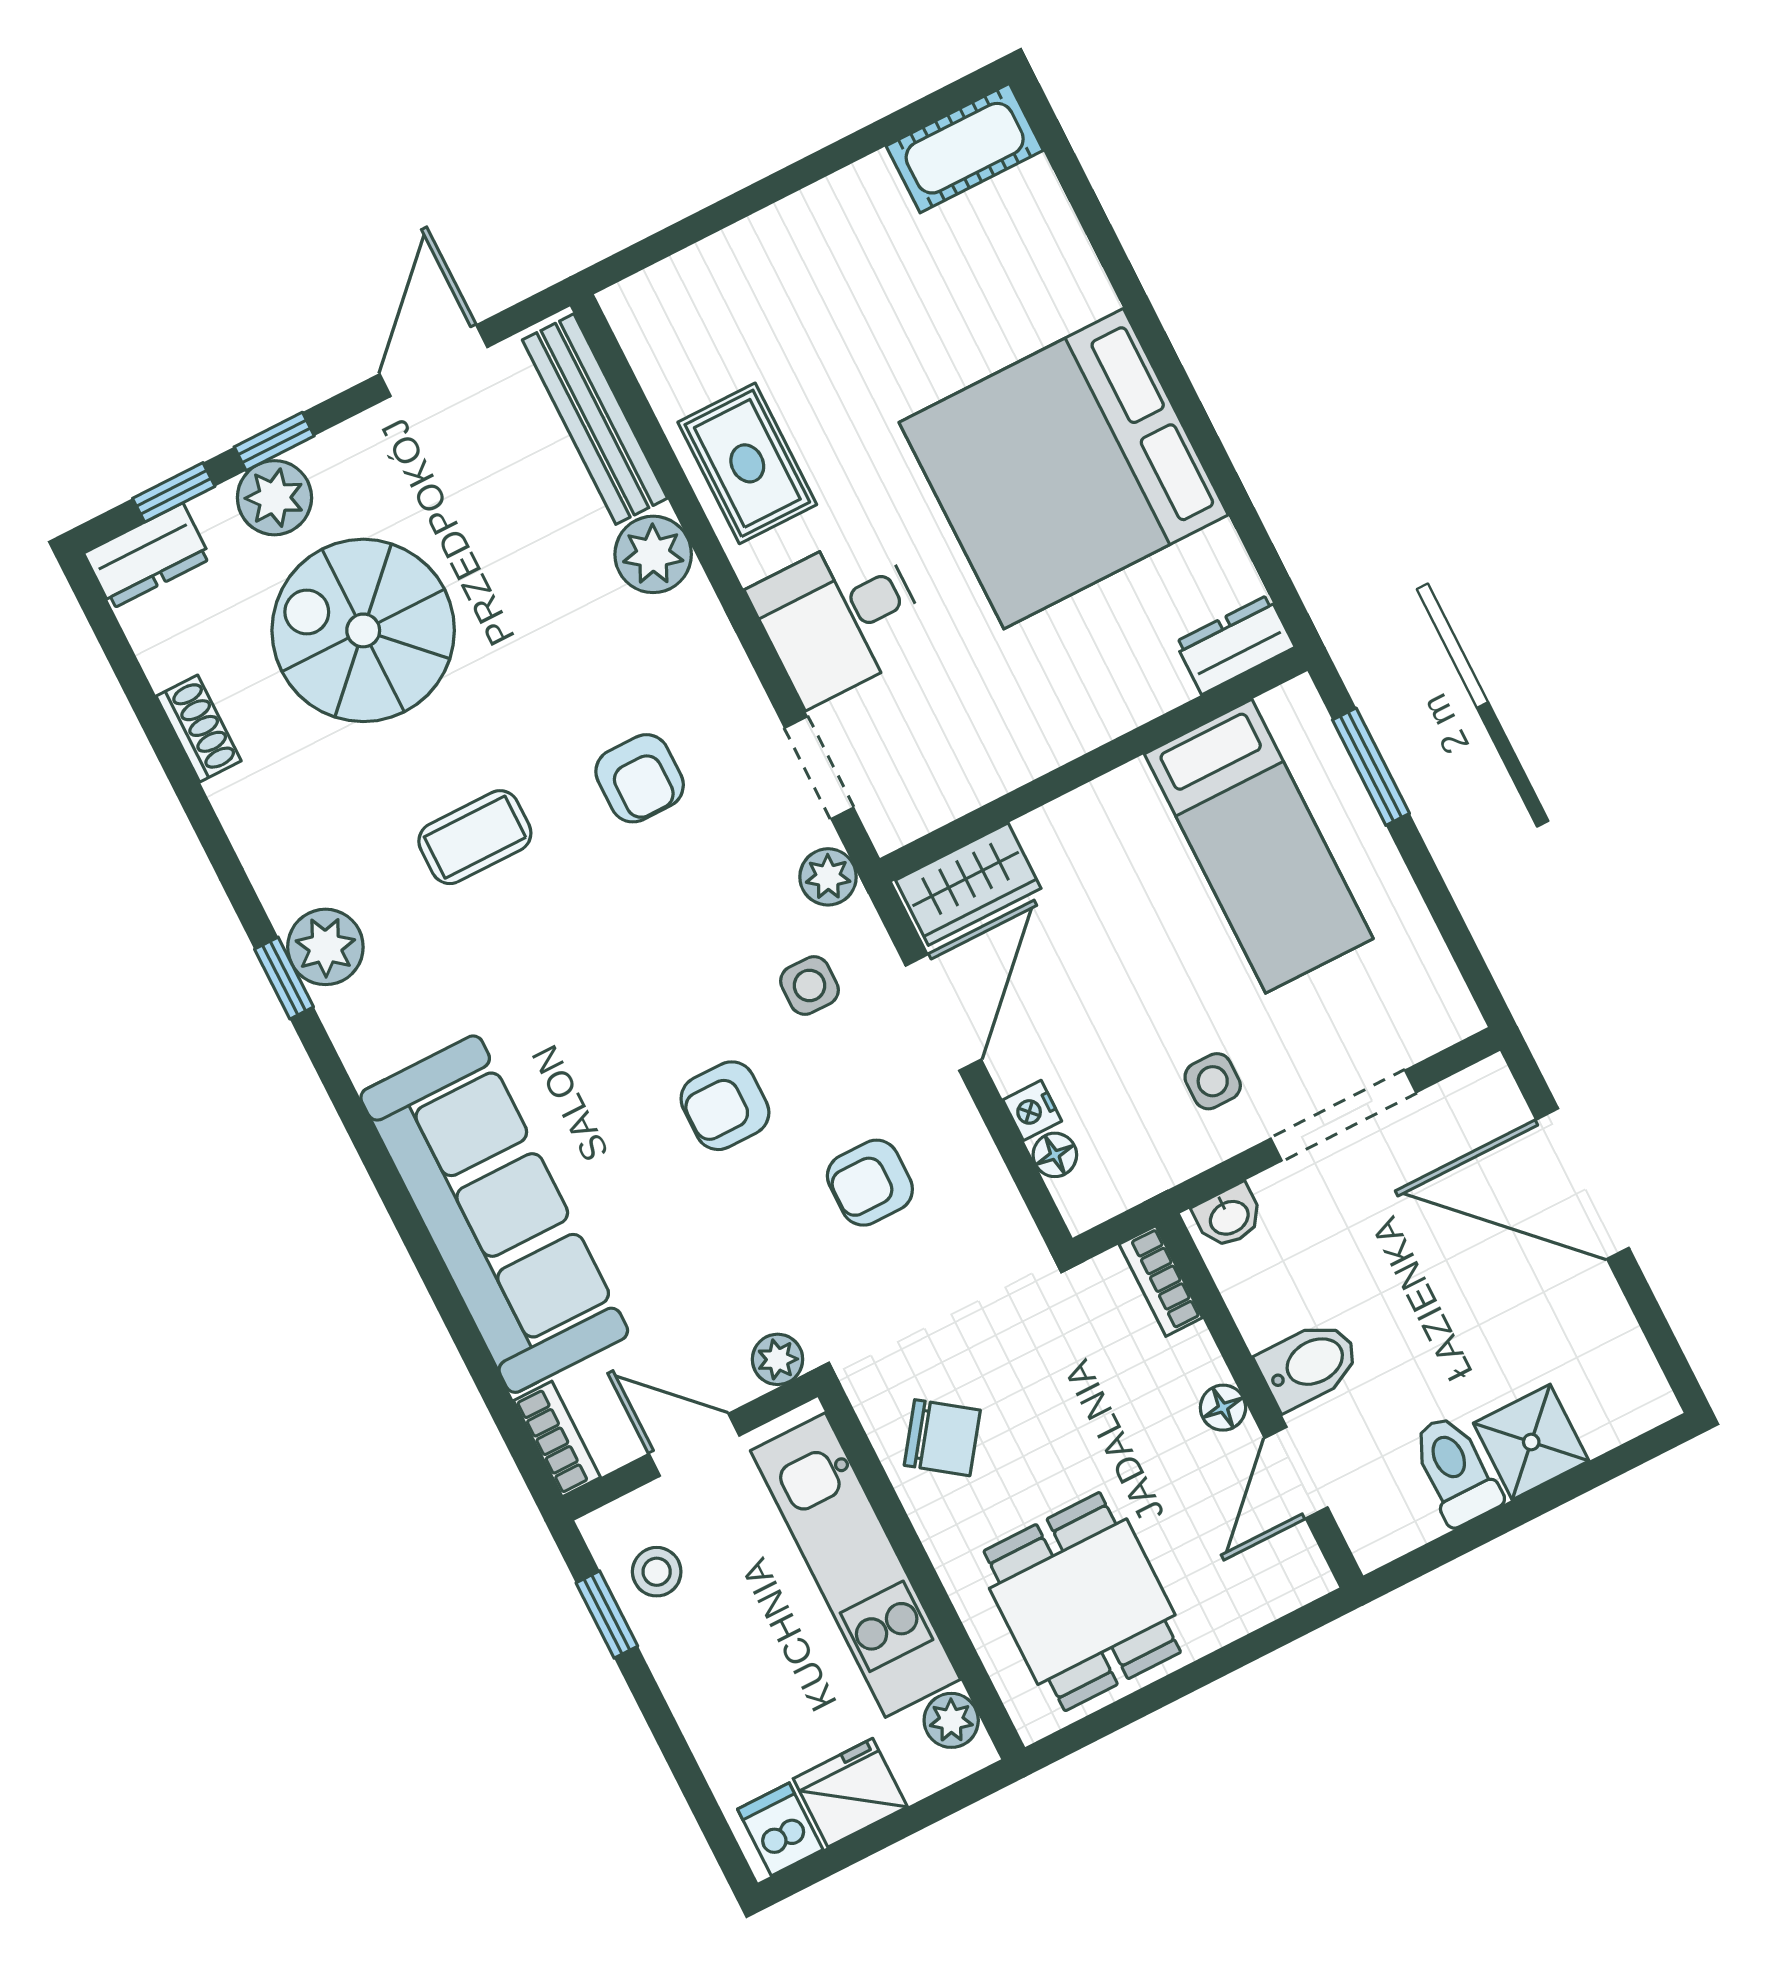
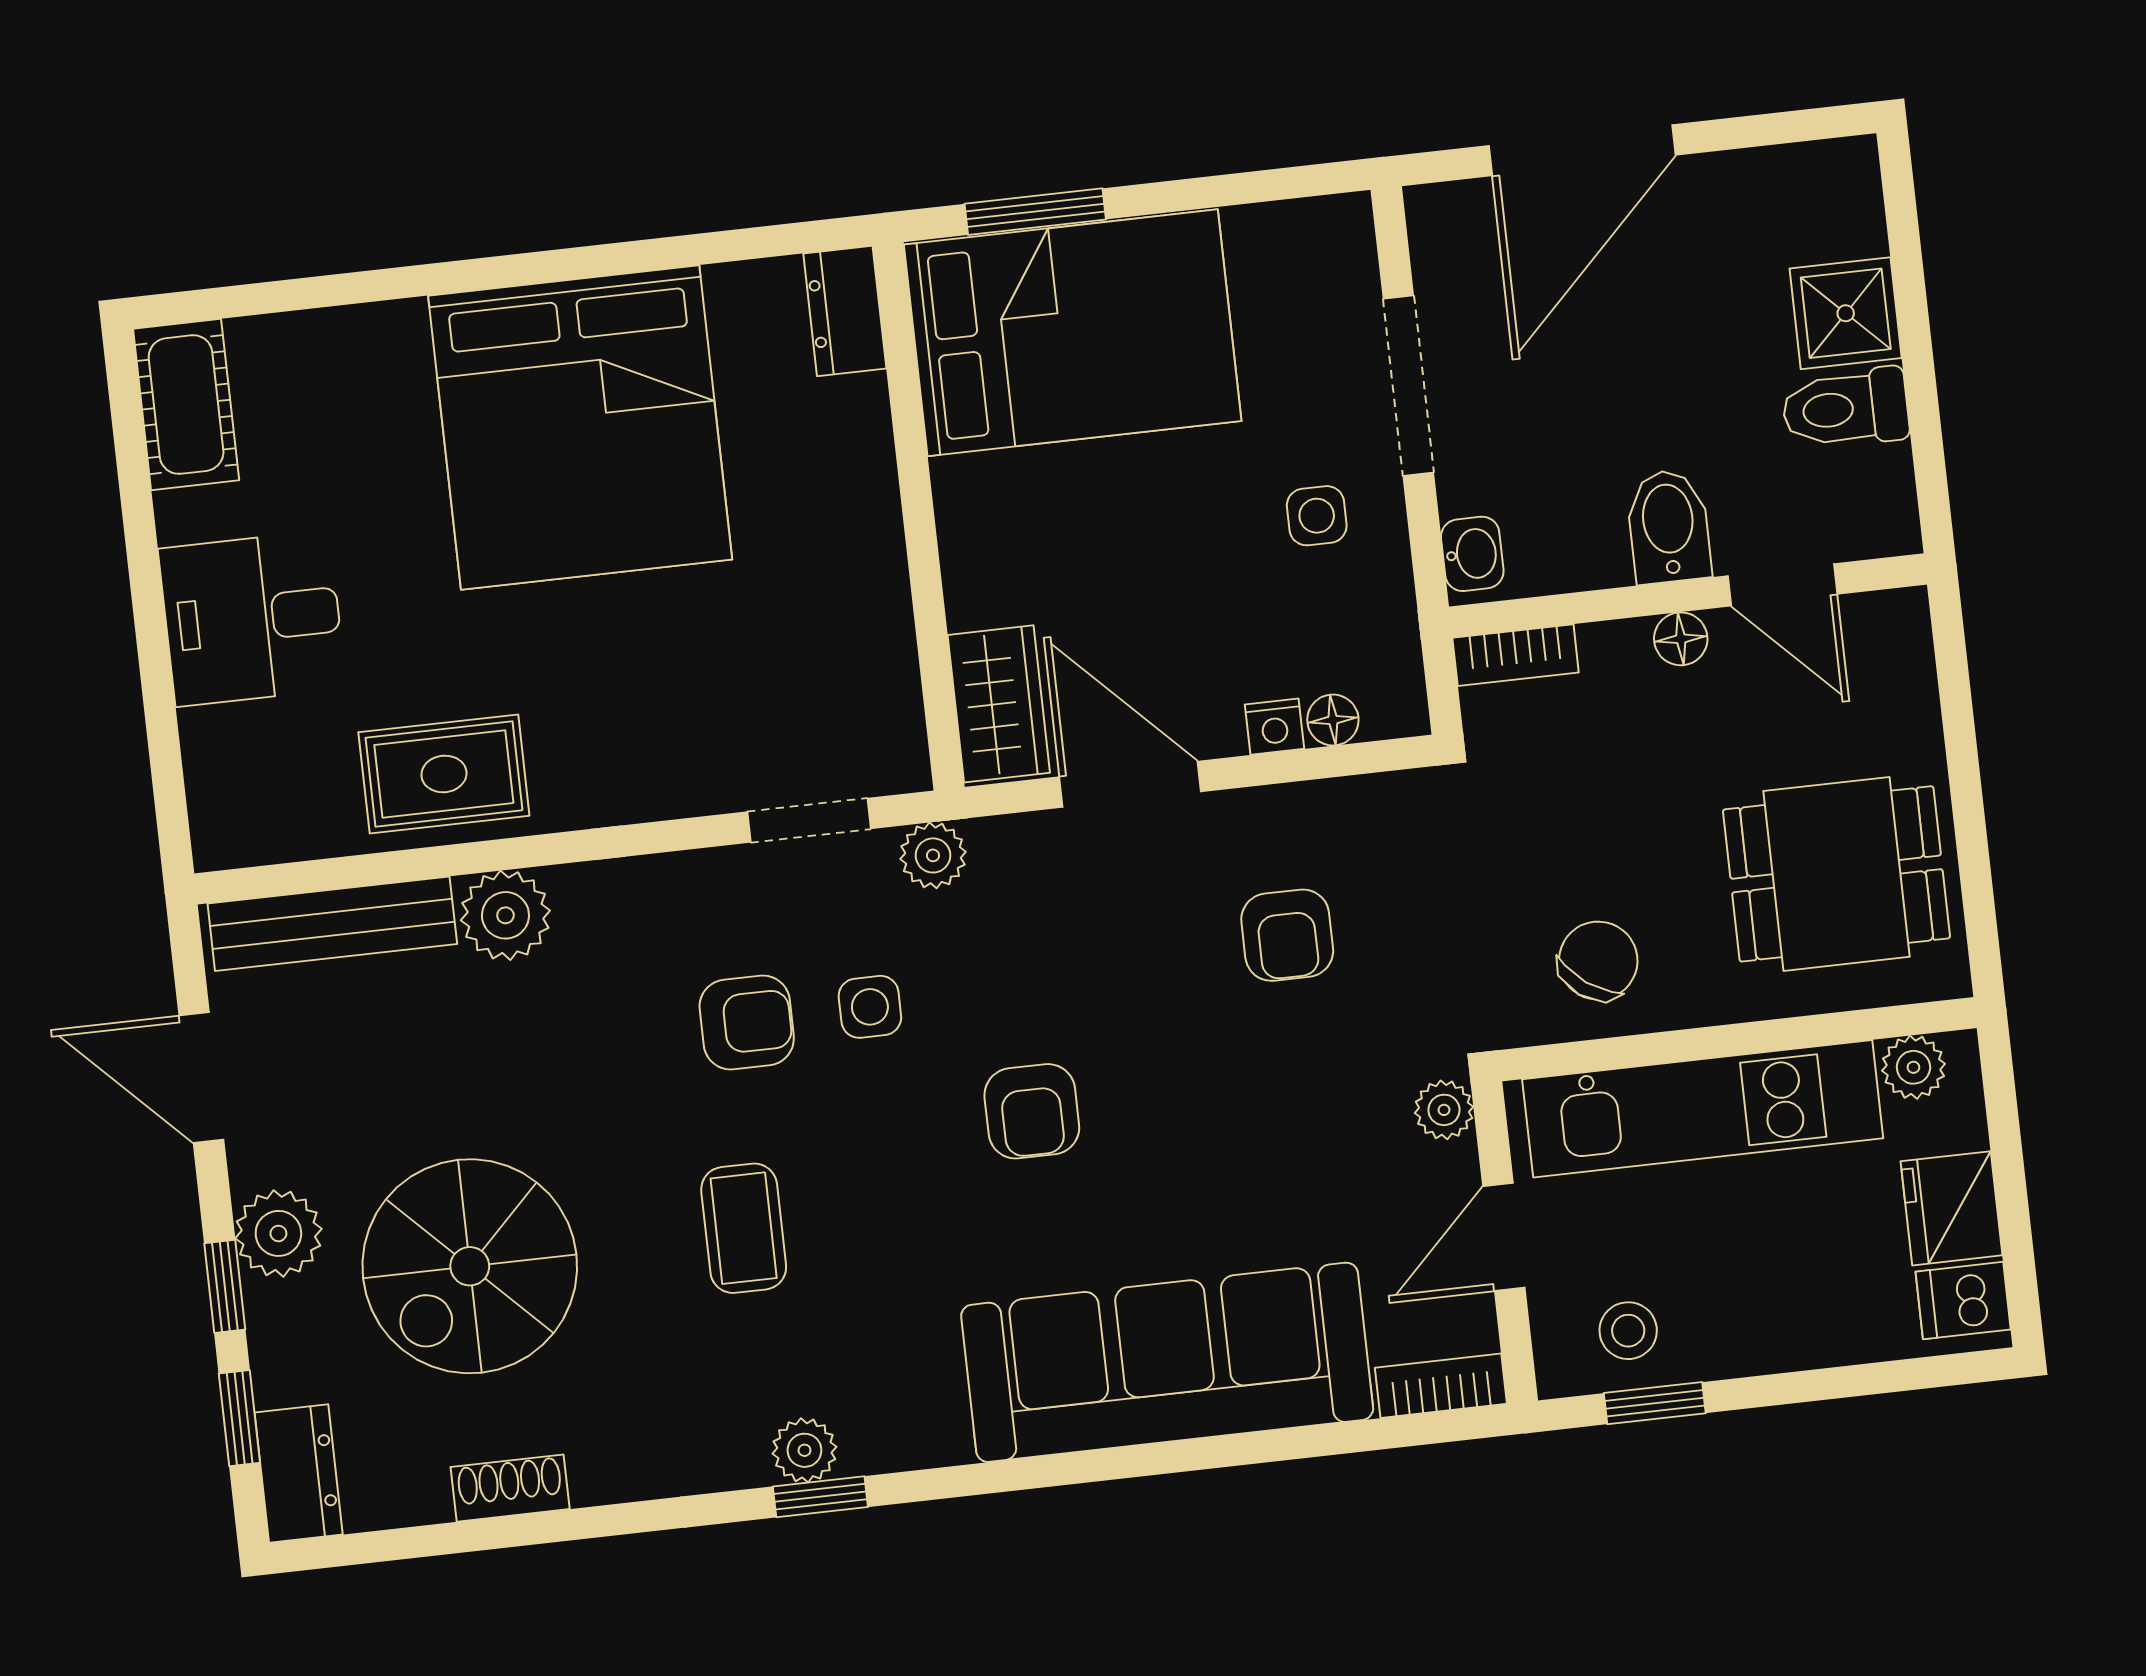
plant: (274, 498) -> (278, 1233), moved
desk: (840, 617) -> (252, 618), moved, turned 90
bed: (1259, 846) -> (1073, 333), width x1.50
plant: (325, 947) -> (804, 1450), width x0.73, depth x0.73
side table: (809, 985) -> (870, 1007), moved
armchair: (725, 1106) -> (1032, 1111), moved

